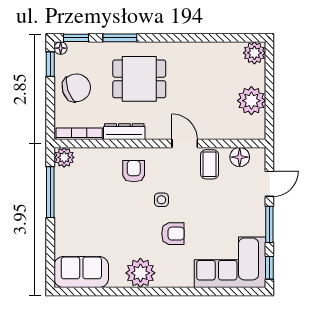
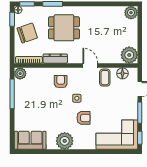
plant: (251, 101) -> (129, 55), moved

